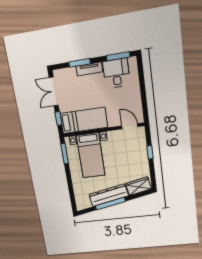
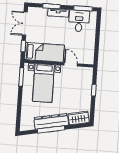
door: (130, 126) -> (71, 64), moved

